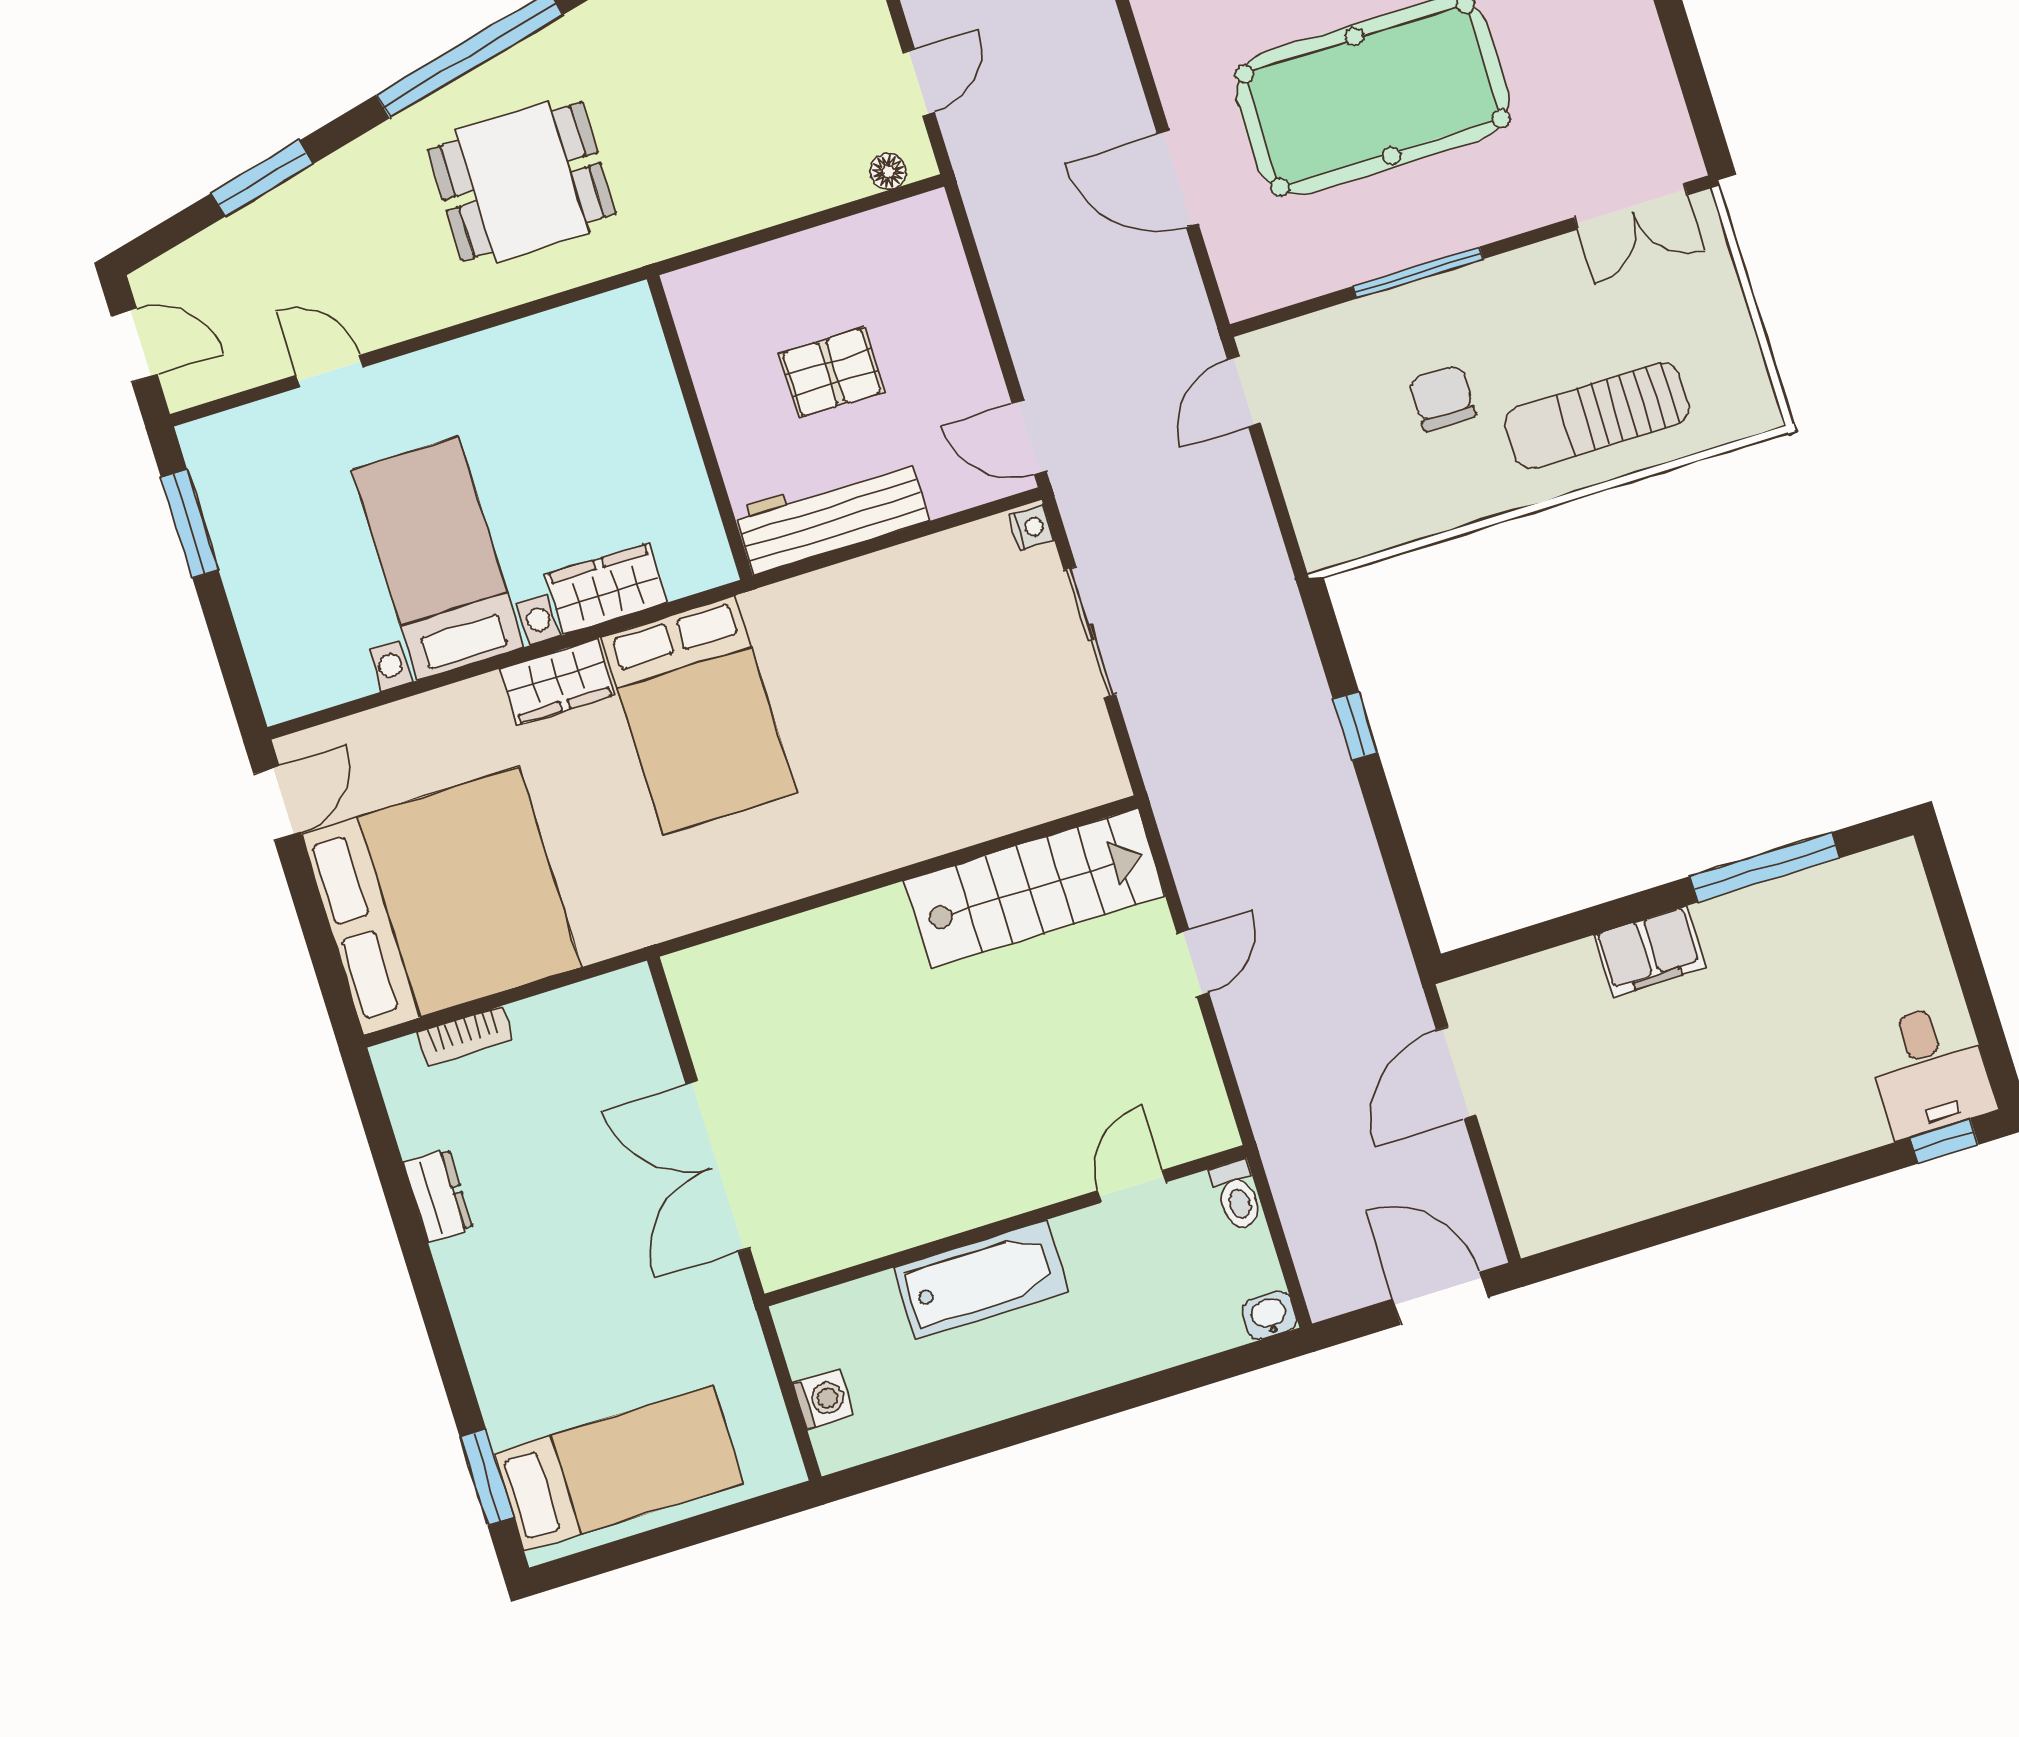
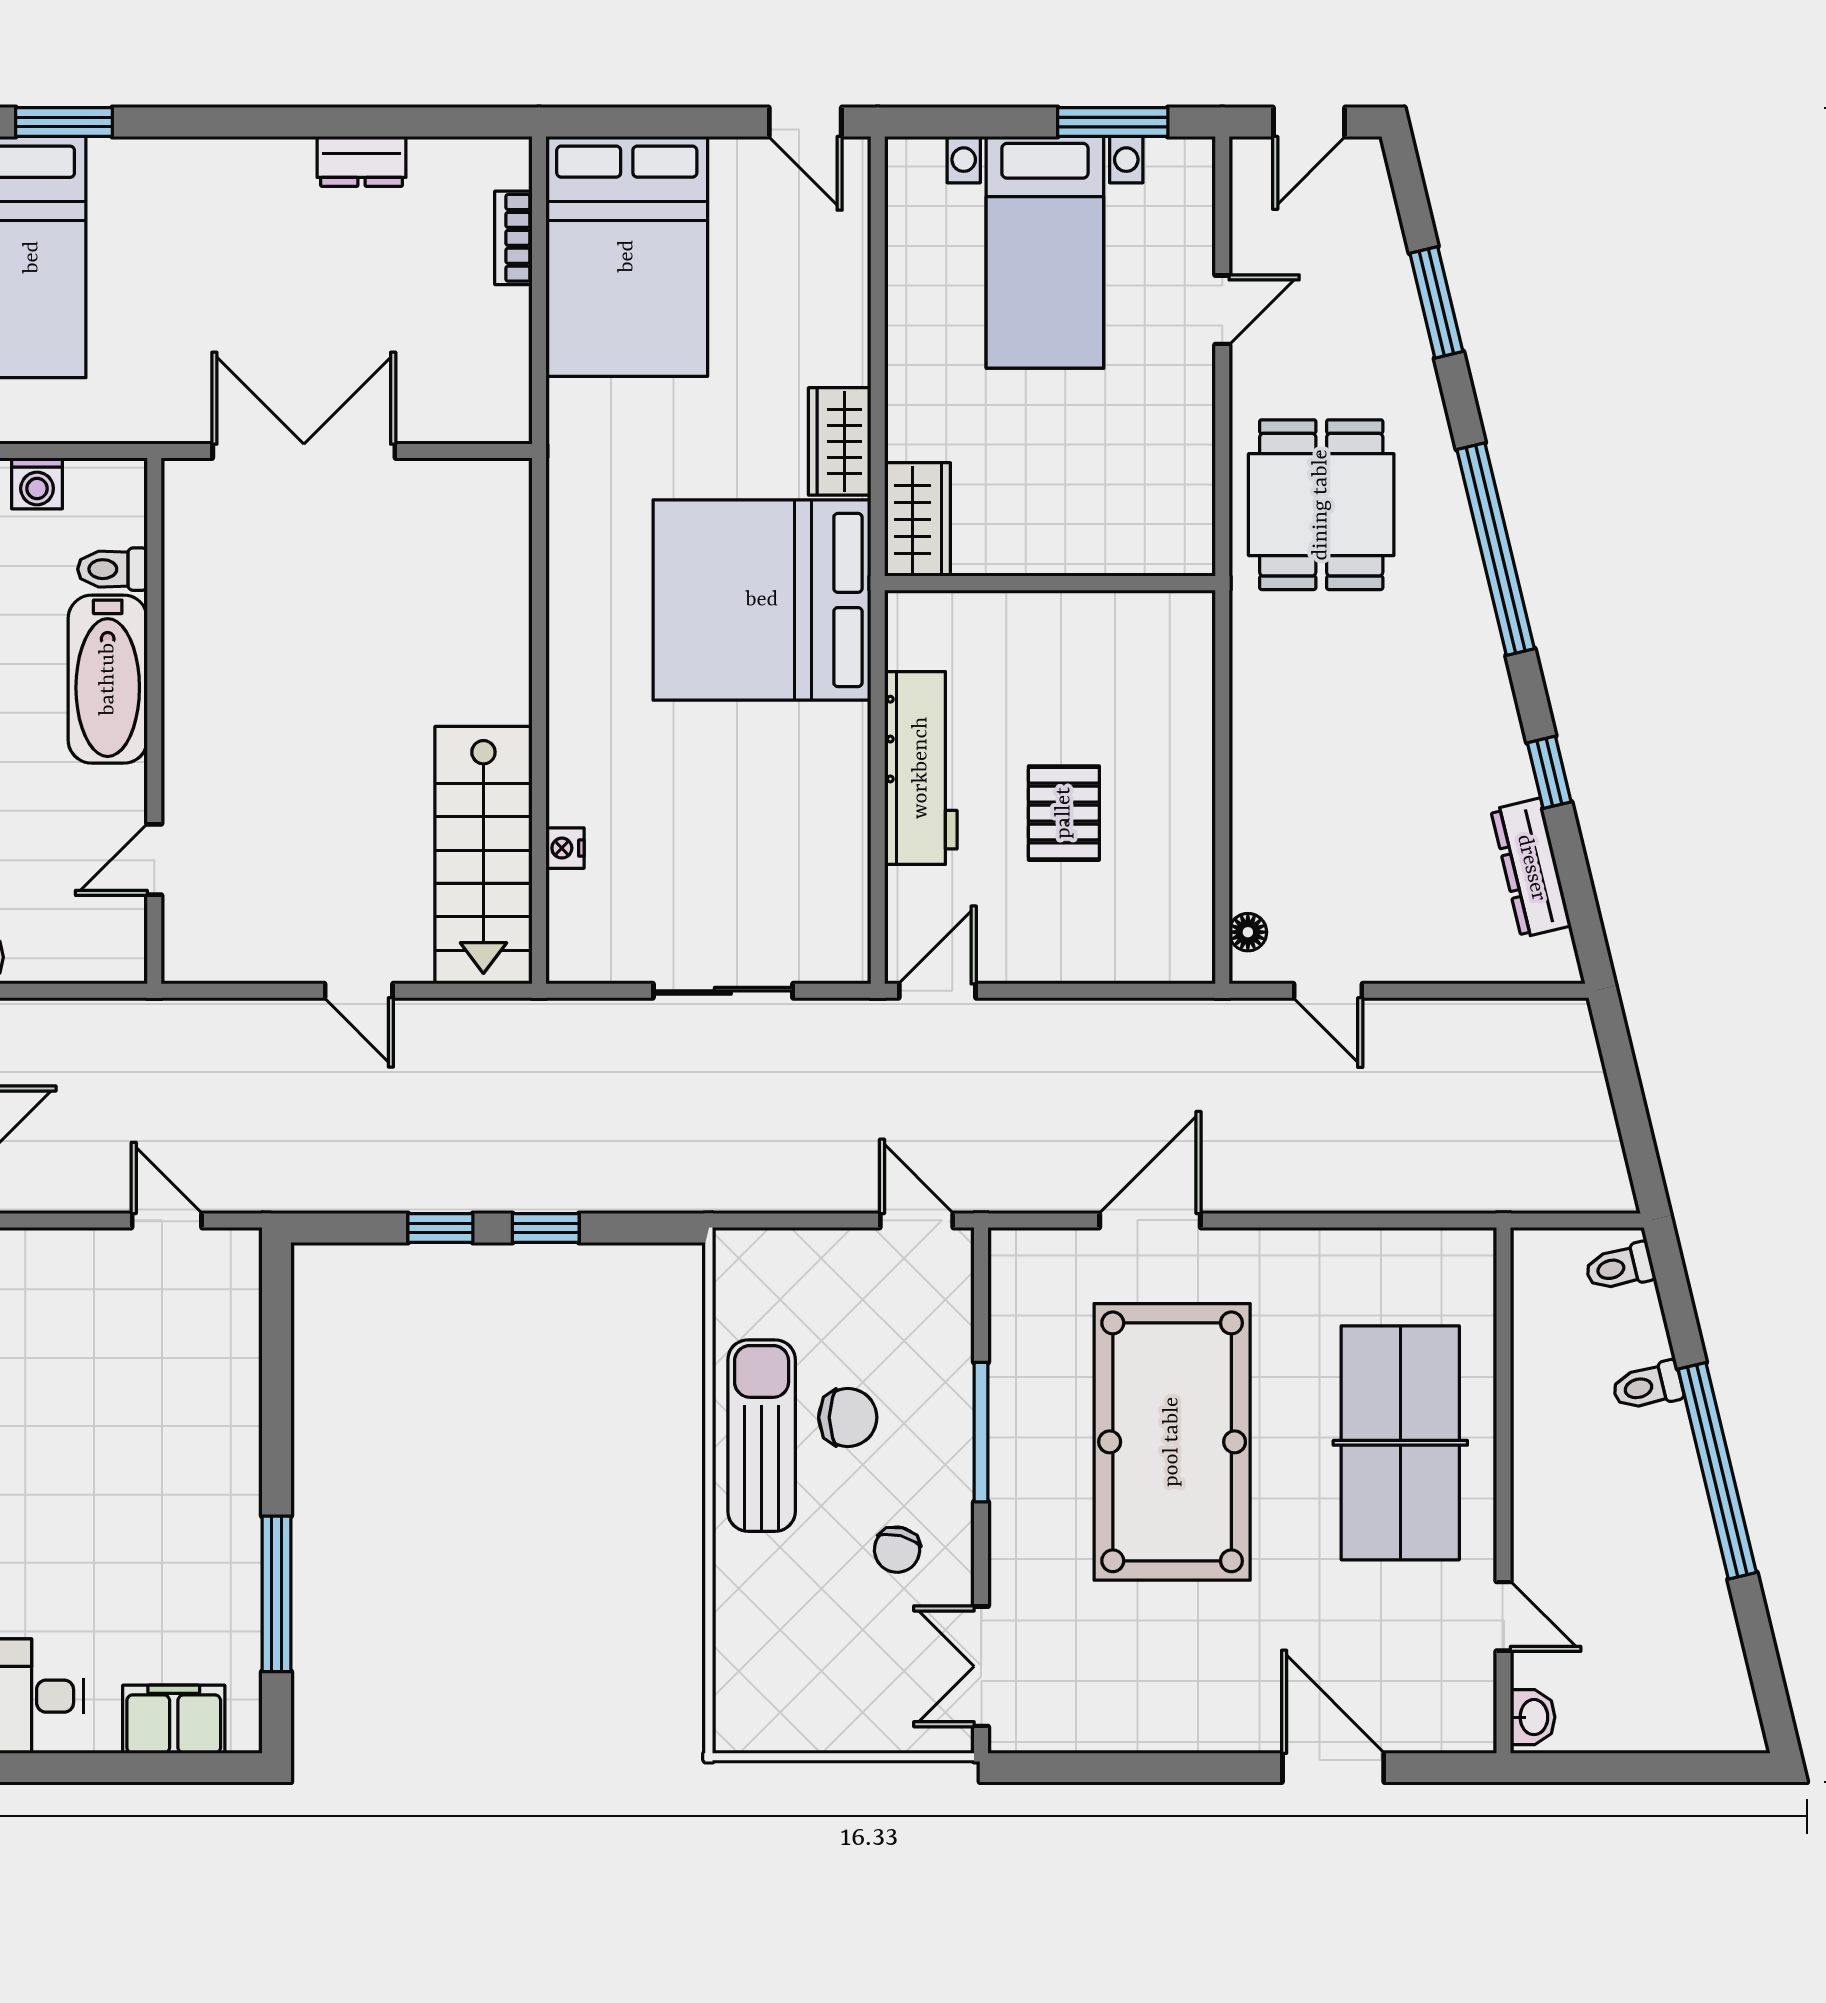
dining table: (522, 182) -> (1321, 505), moved
chair: (1549, 316) -> (897, 1550), added
sun lounger: (1597, 416) -> (762, 1436), moved
wall: (700, 428) -> (1050, 583), moved
nightstand: (1031, 527) -> (565, 848), moved, turned 90
bed with nightstands: (438, 558) -> (1045, 252), moved, turned 90
bed: (699, 715) -> (762, 600), width x1.36
window: (1385, 822) -> (440, 1228), added
bed: (441, 901) -> (627, 256), width x0.73
filing cabinet: (1649, 951) -> (174, 1719), moved, turned 90
door: (1456, 1073) -> (167, 1220), width x0.73
door: (1132, 1186) -> (154, 860), swing flipped
toilet: (1237, 1195) -> (113, 569), moved

